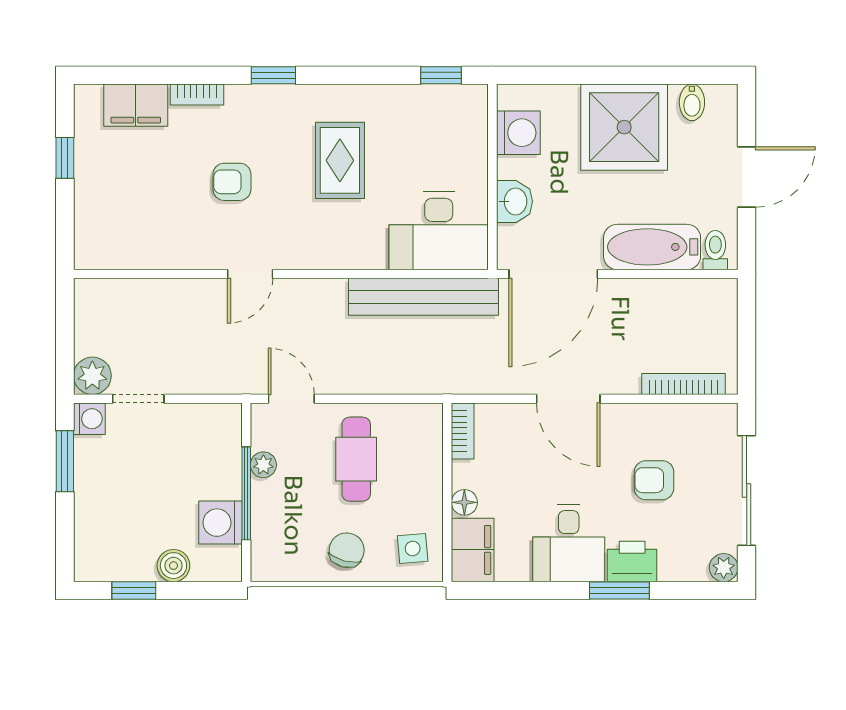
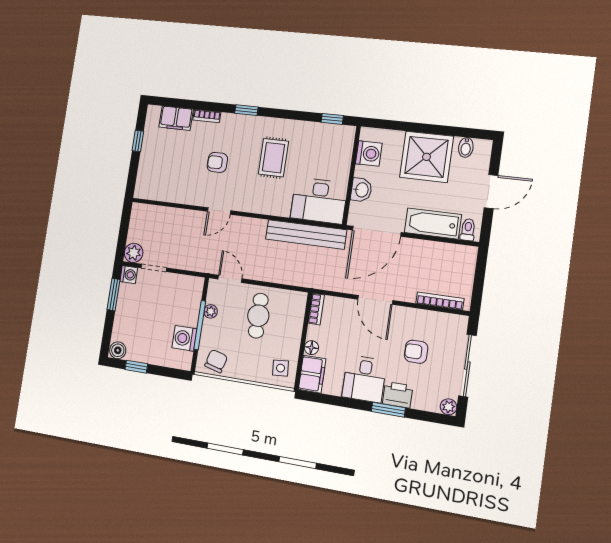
chair: (347, 550) -> (216, 361), moved
boiler: (173, 566) -> (118, 350), moved

